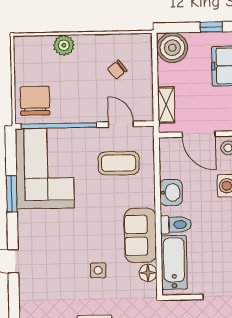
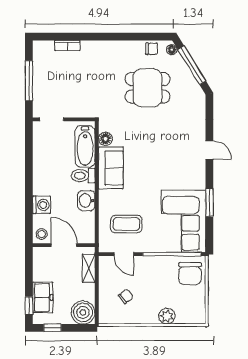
side table: (98, 270) -> (144, 142), removed

